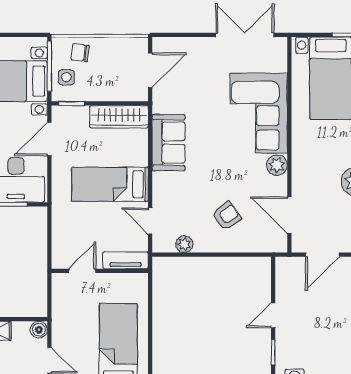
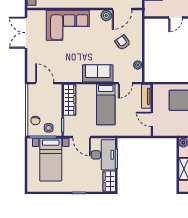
sofa: (169, 143) -> (98, 73), moved
plant: (277, 165) -> (106, 16), moved
door: (273, 315) -> (176, 18), hinge flipped

